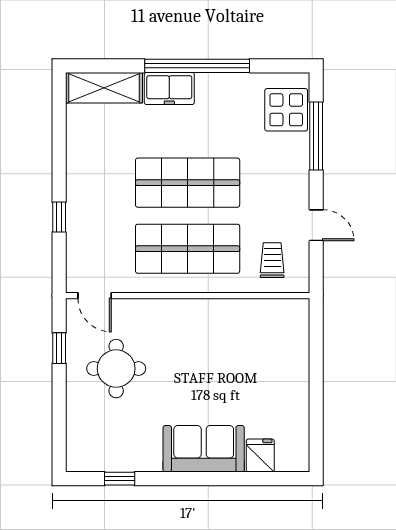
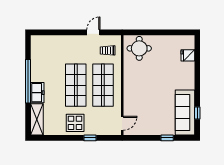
display table: (286, 110) -> (75, 123), moved
window: (316, 136) -> (57, 32), removed
window: (59, 348) -> (167, 138), moved
round table: (116, 369) -> (139, 48), moved
sofa: (204, 449) -> (185, 113), moved, width x1.36

